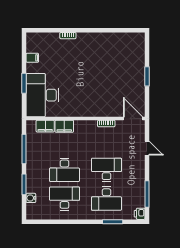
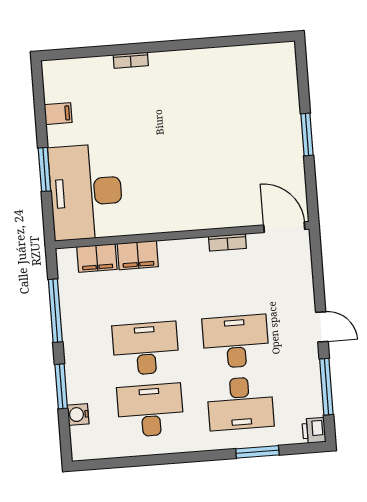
door: (147, 148) -> (322, 327), moved
desk: (65, 170) -> (146, 349), turned 180

